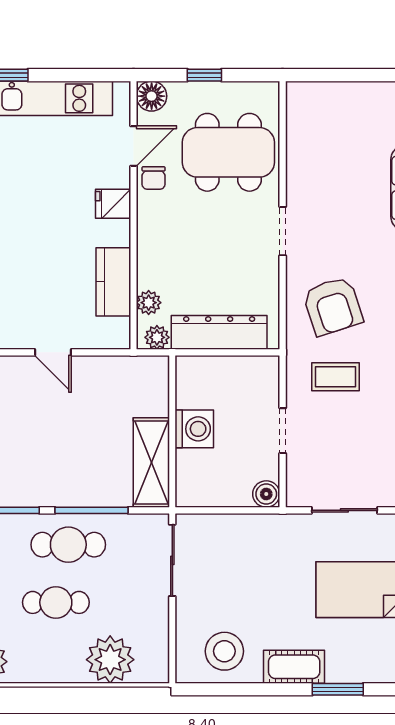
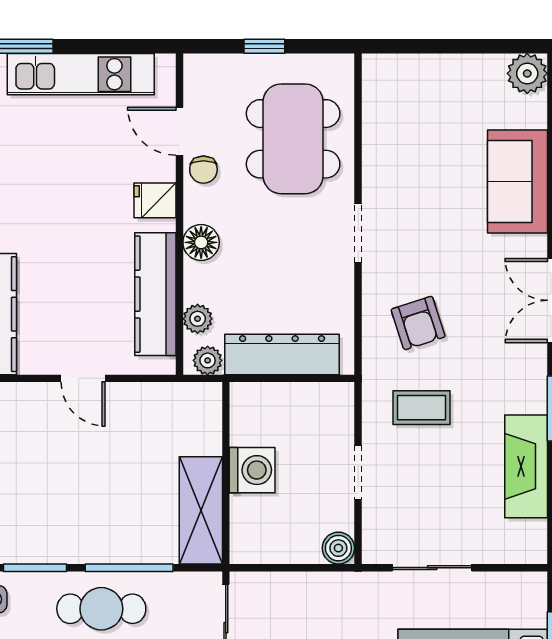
floor lamp: (152, 96) -> (201, 242), moved
door: (134, 146) -> (179, 131), swing flipped
dining table: (228, 152) -> (293, 139), turned 90
kitchen counter: (113, 282) -> (155, 294), width x1.50
armchair: (333, 306) -> (418, 323), width x0.72, depth x0.72

